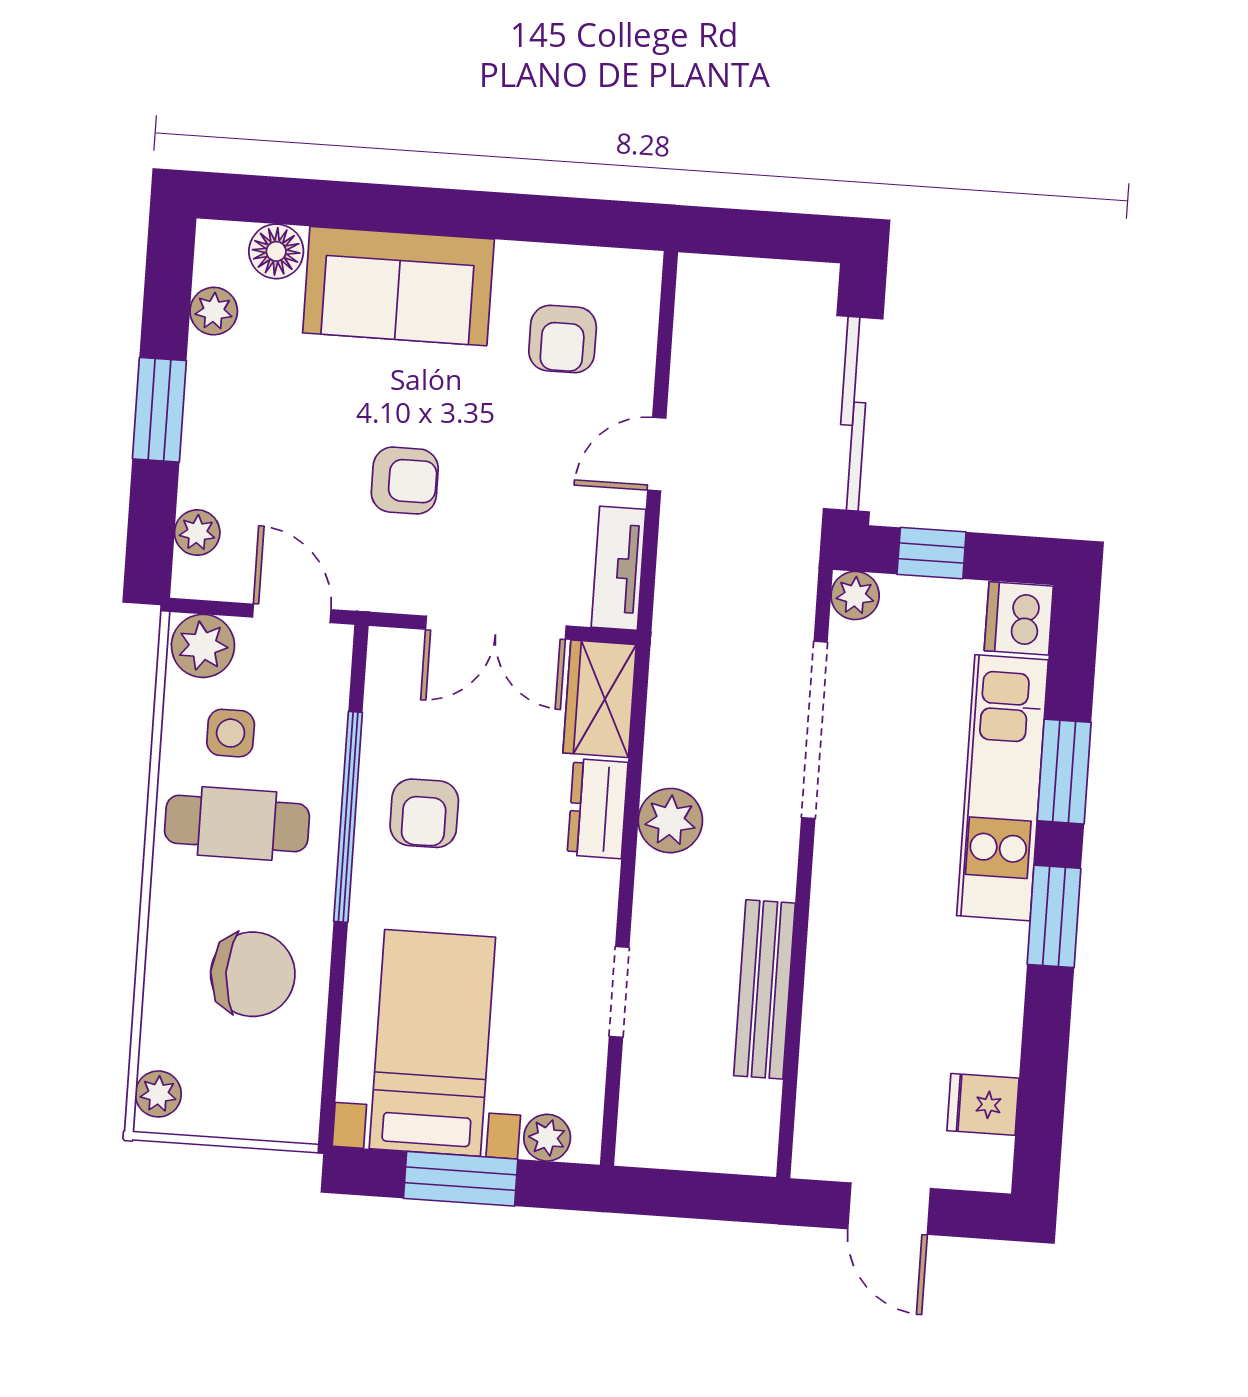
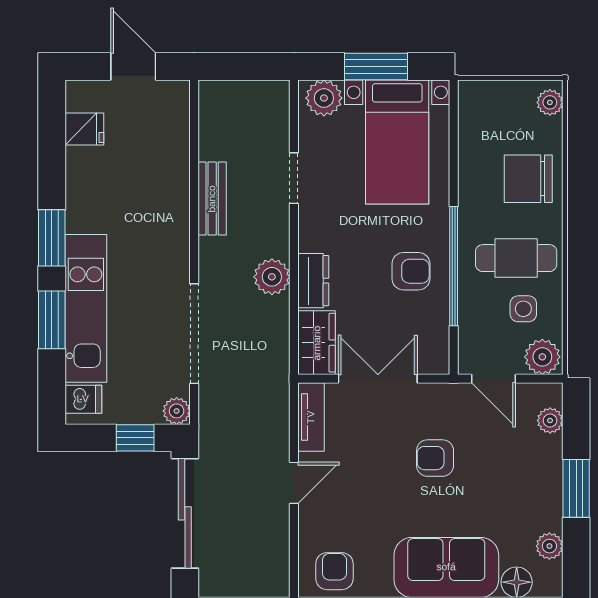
armchair: (563, 339) -> (334, 571), moved
dishwasher: (1019, 618) -> (83, 399), width x0.73
armchair: (424, 813) -> (411, 271), turned 90
chair: (253, 974) -> (528, 179), moved
bench: (764, 989) -> (212, 199), width x0.73
plant: (547, 1138) -> (324, 98), width x1.38, depth x1.38

